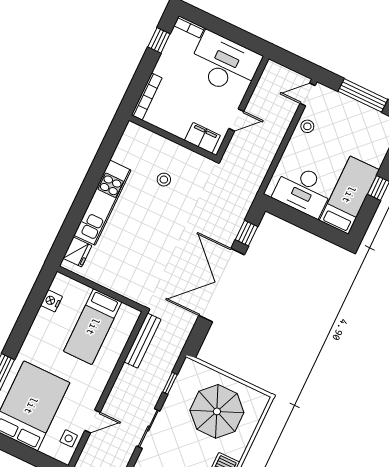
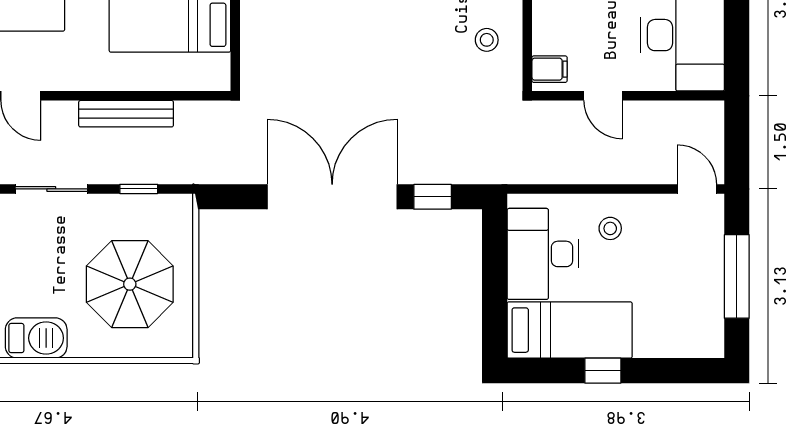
stool: (307, 126) -> (610, 228), moved
filing cabinet: (202, 138) -> (549, 69), width x0.50
stool: (164, 180) -> (487, 40), moved
bench: (142, 341) -> (126, 114), moved

